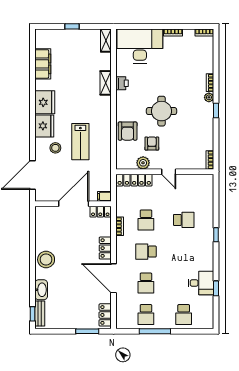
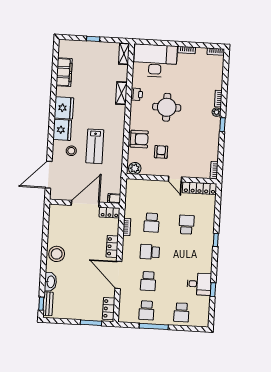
round table: (162, 111) -> (167, 107), moved
armchair: (128, 131) -> (139, 139), turned -90
plant: (143, 163) -> (135, 168), moved
locker: (134, 180) -> (200, 188), moved
school desk: (184, 220) -> (186, 225), turned -90

